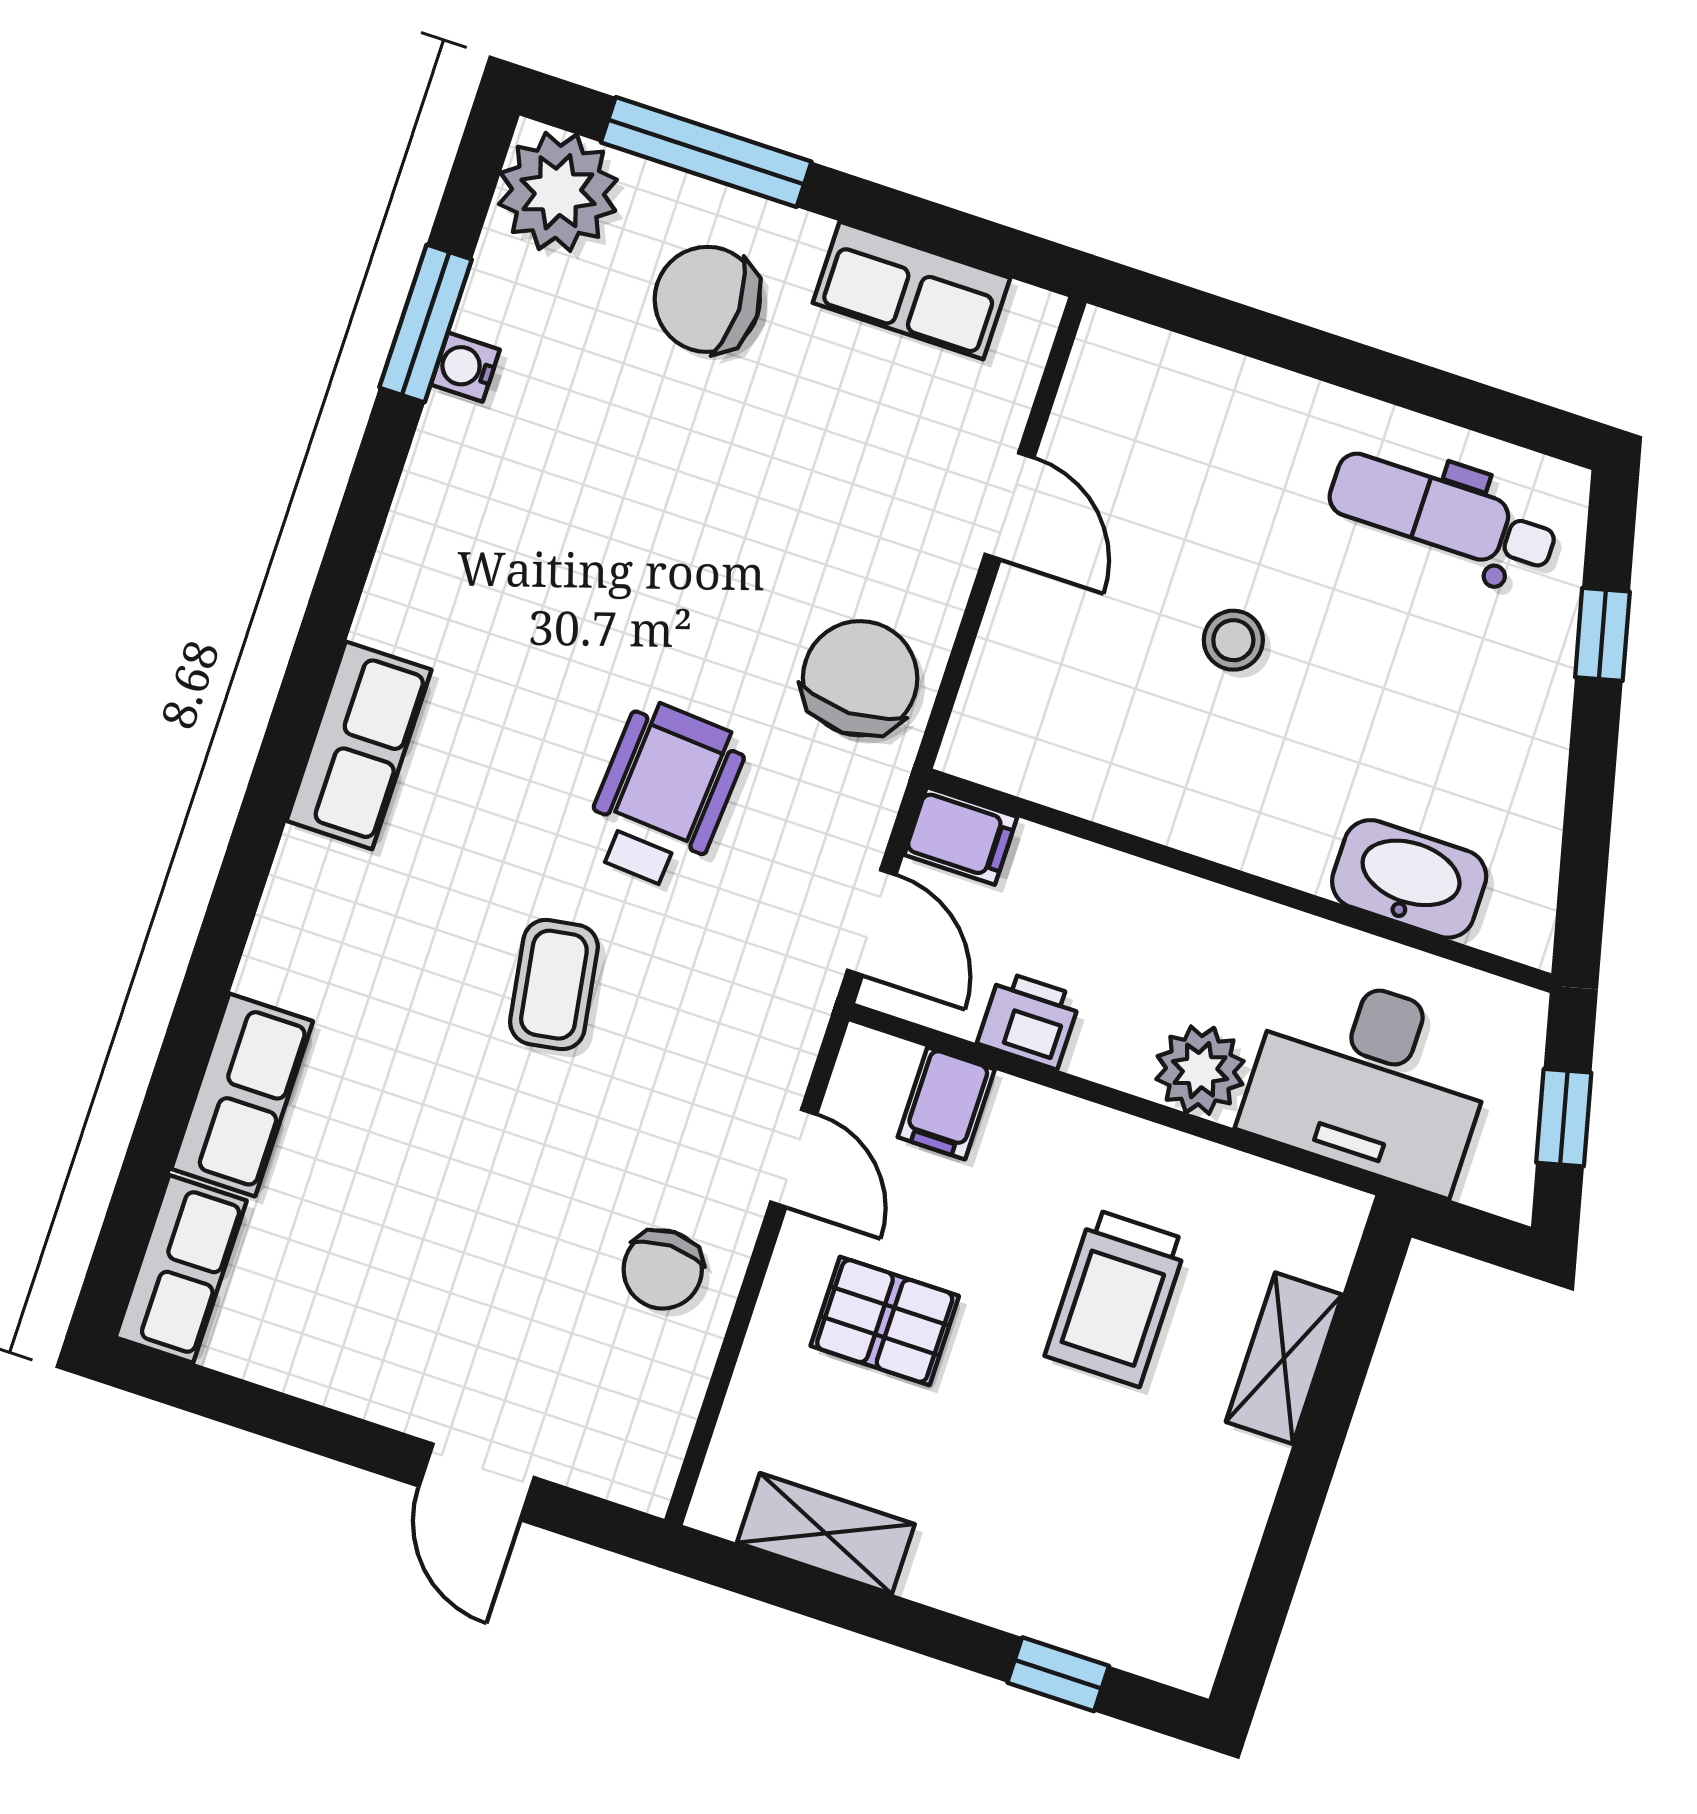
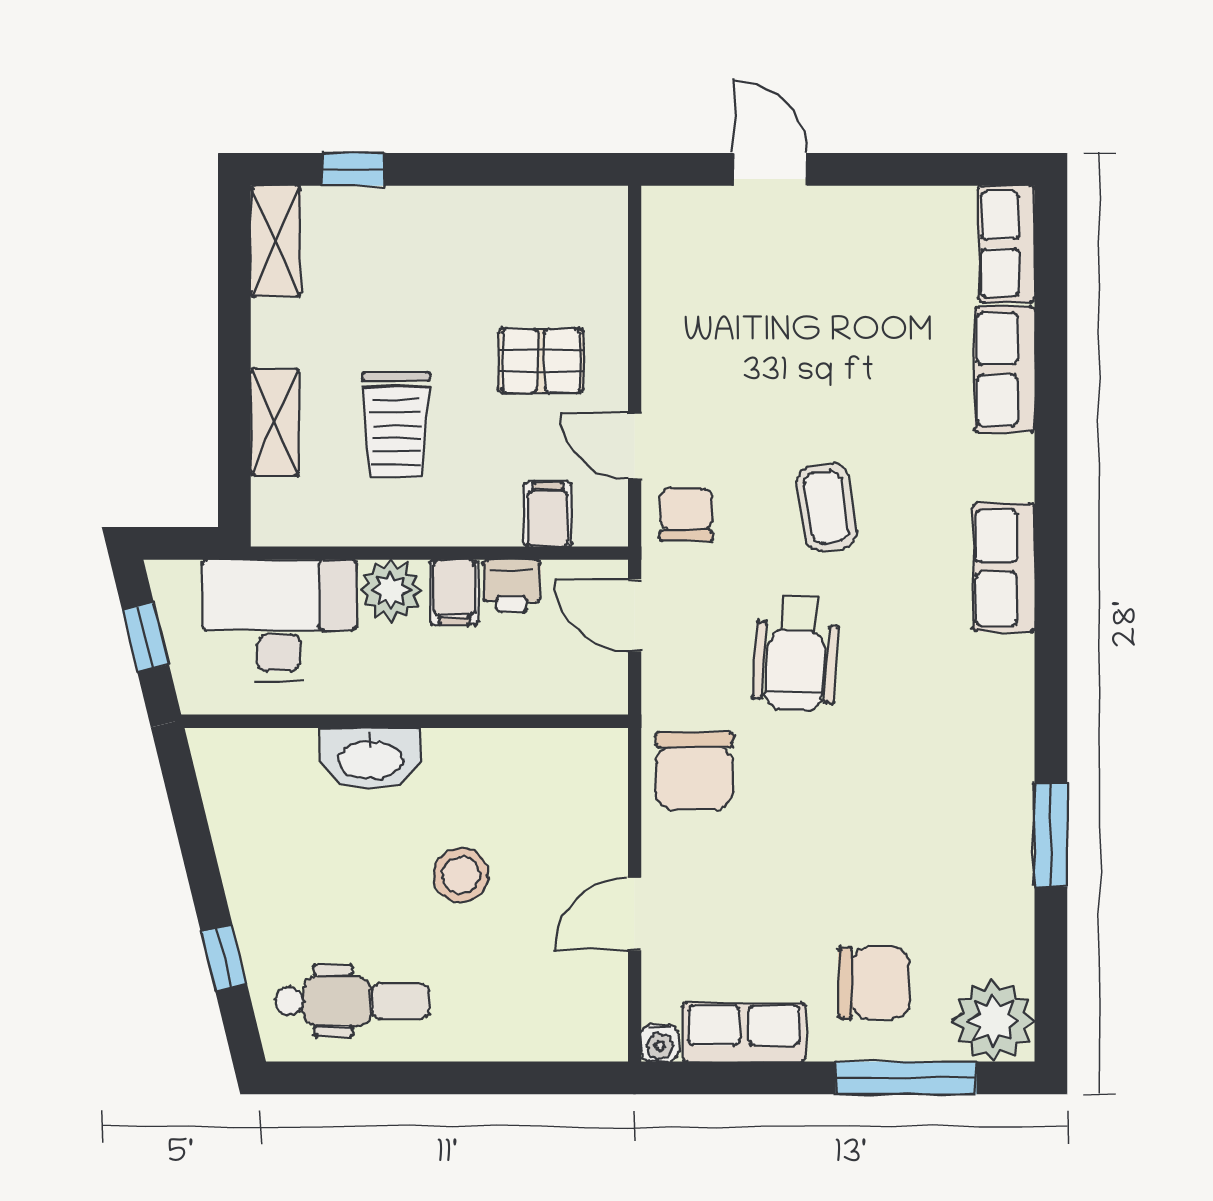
window: (426, 323) -> (1051, 835), moved
water cooler: (465, 367) -> (660, 1043), moved, turned 90
door: (1009, 506) -> (635, 914), hinge flipped
stool: (1233, 640) -> (461, 875), width x1.37, depth x1.37
row of seats: (359, 745) -> (1004, 567), moved
filing cabinet: (961, 836) -> (454, 592), moved, turned -90
washbasin: (1409, 879) -> (371, 758), moved
chair: (663, 1269) -> (686, 514), moved
trolley: (1116, 1298) -> (396, 425), turned 180
shelving: (826, 1533) -> (276, 241), moved, turned 90

